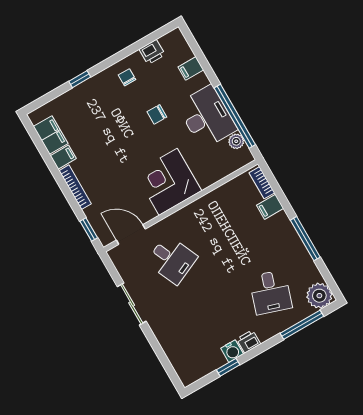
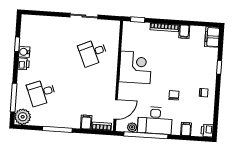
printer: (152, 52) -> (207, 130), moved
filing cabinet: (51, 135) -> (212, 37), moved, turned 90
corner desk: (168, 182) -> (135, 67), moved
door: (131, 234) -> (116, 109), moved
desk: (271, 292) -> (41, 93), turned -39

